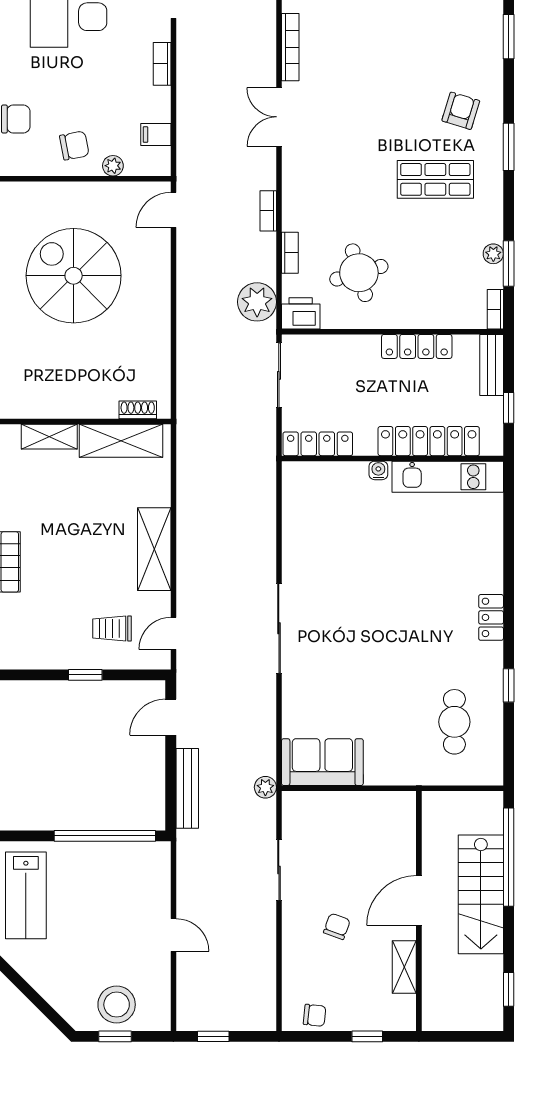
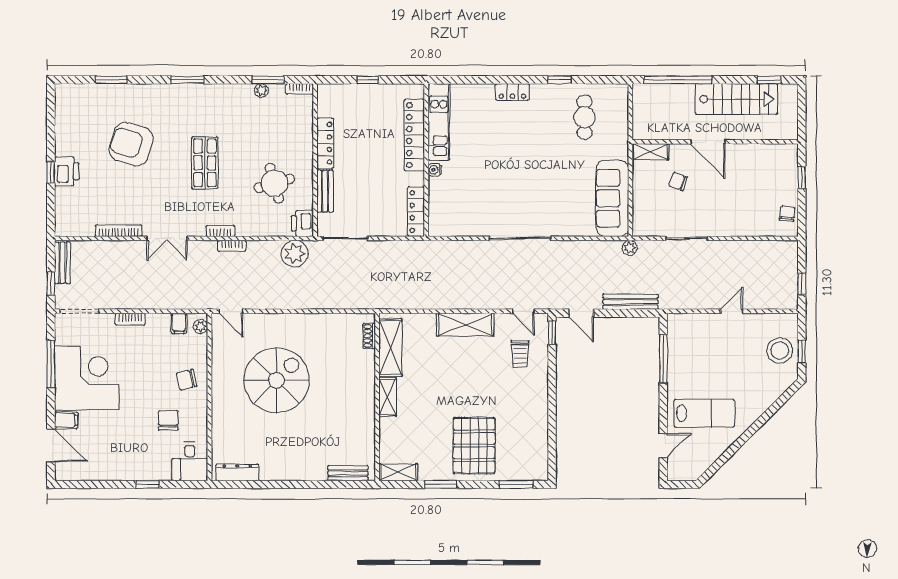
armchair: (461, 111) -> (131, 144), moved, width x1.88, depth x1.88
chair: (74, 146) -> (187, 380), turned -92
plant: (113, 166) -> (201, 327), moved
shop shelf: (435, 179) -> (205, 163), moved
bookcase: (290, 253) -> (220, 231), moved
spiral stairs: (74, 276) -> (276, 380), turned 180
bench: (492, 365) -> (325, 191), moved, turned 90
locker: (429, 441) -> (414, 135), moved
locker: (318, 444) -> (416, 212), moved
wall: (392, 458) -> (426, 160), moved
water cooler: (378, 470) -> (435, 170), moved
kitchen unit: (448, 477) -> (439, 122), moved
window: (85, 675) -> (552, 333), moved
cafe table: (454, 722) -> (584, 117), turned 90
sofa: (322, 762) -> (612, 198), width x1.36
window: (105, 836) -> (663, 359), width x0.68
stairs: (481, 894) -> (736, 99), moved
chair: (337, 926) -> (678, 182), moved
shelving: (404, 967) -> (650, 152), moved

